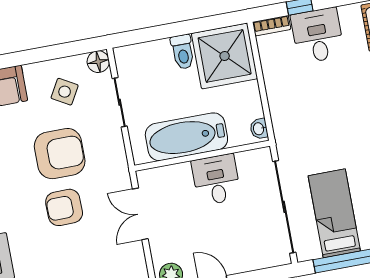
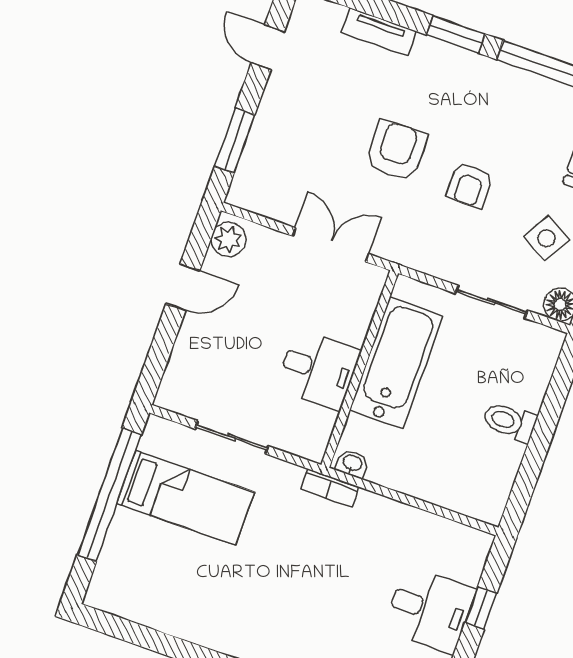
bookcase: (272, 26) -> (330, 488), moved, turned -90
shower: (225, 56) -> (473, 473), removed
armchair: (60, 154) -> (470, 185), width x0.53, depth x0.53
sliding door: (284, 207) -> (232, 437), width x0.54

